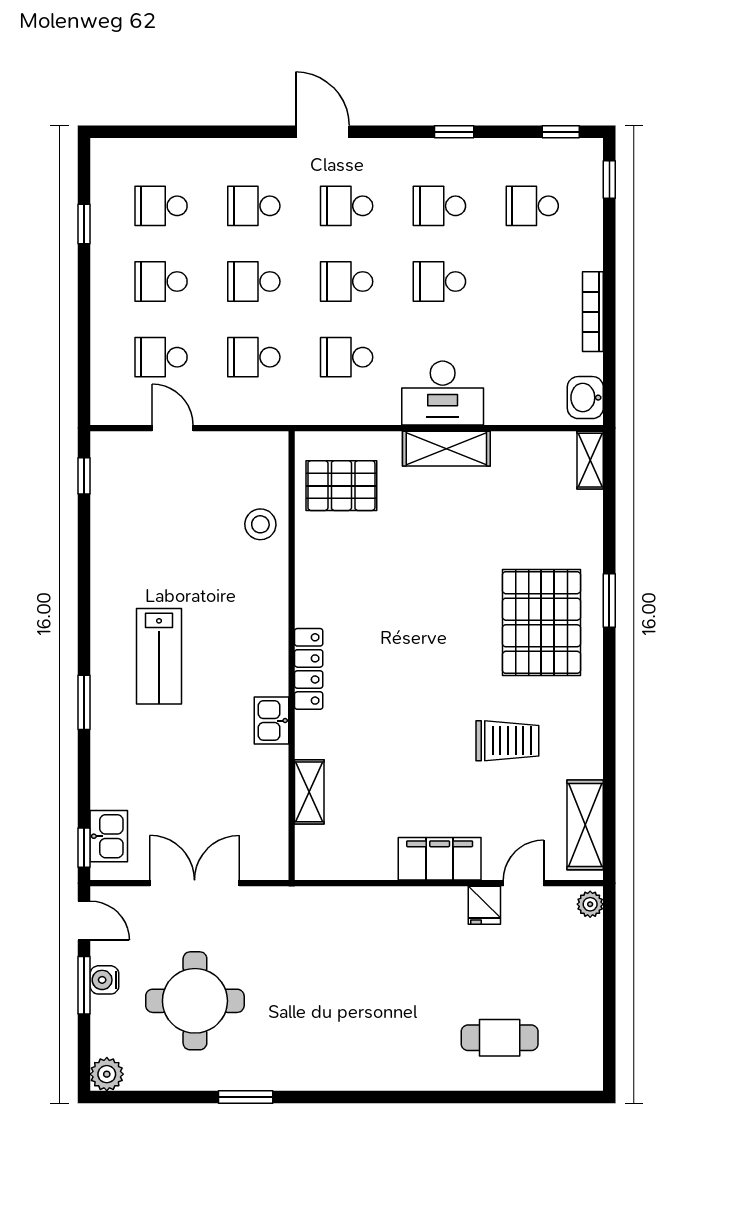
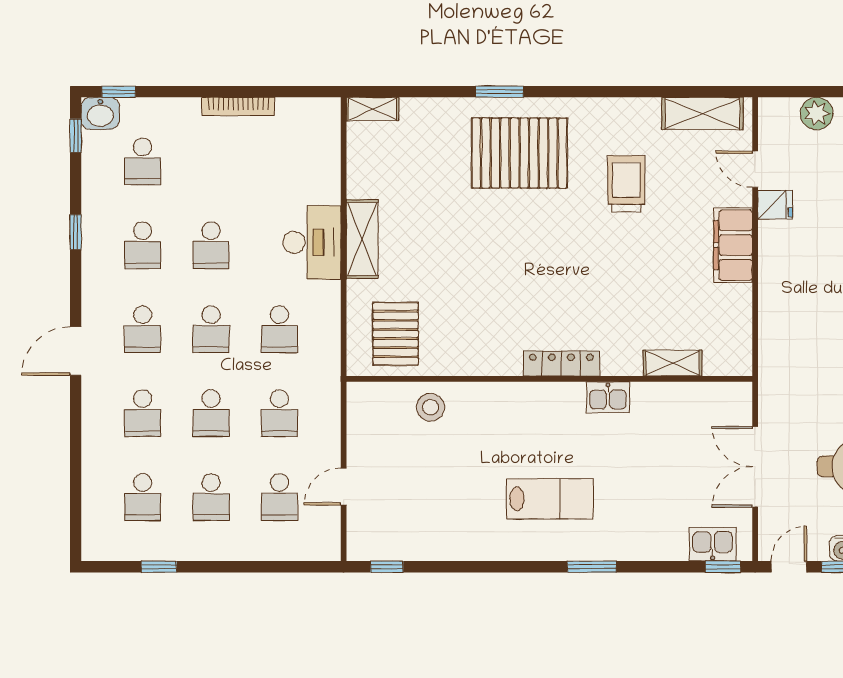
washbasin: (585, 398) -> (100, 113), moved
plant: (590, 904) -> (817, 113), moved, width x1.38, depth x1.38

